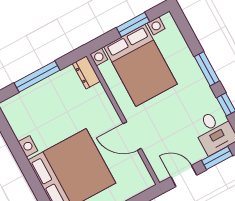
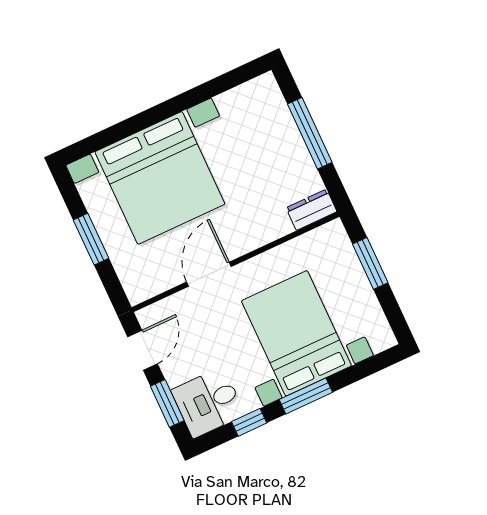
window: (133, 25) -> (370, 263), moved
bed with nightstands: (140, 65) -> (296, 333), moved, turned 90

